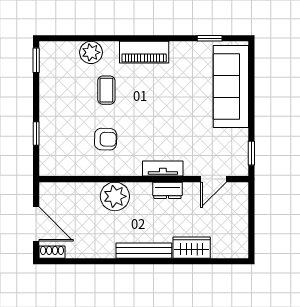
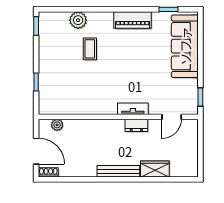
piano: (144, 52) -> (133, 20), moved
armchair: (106, 139) -> (89, 86), removed
plant: (115, 196) -> (57, 125), moved, width x0.53, depth x0.53

